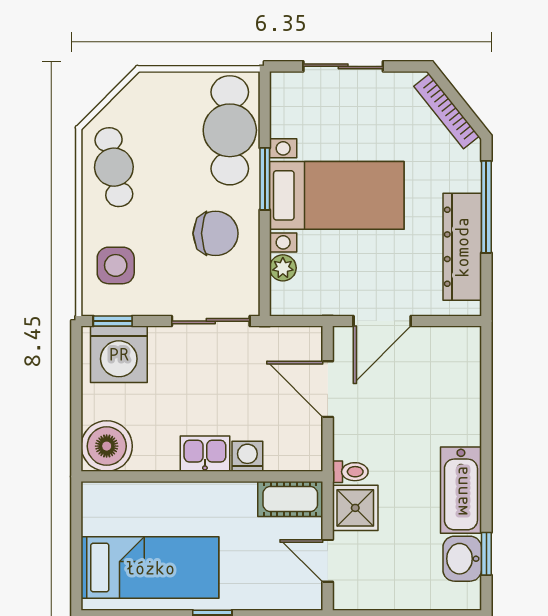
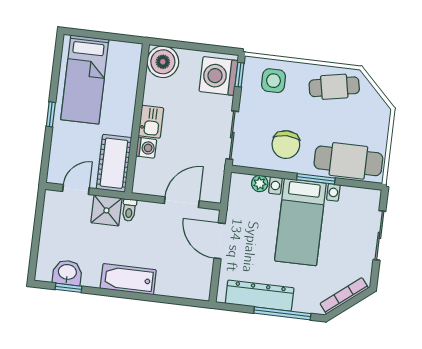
bathtub: (461, 490) -> (128, 279), moved
cot: (290, 499) -> (114, 163), width x1.37, depth x1.34

